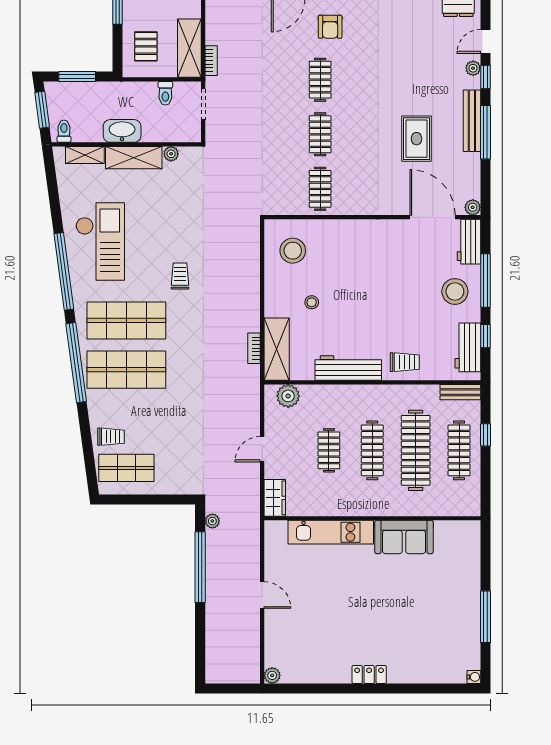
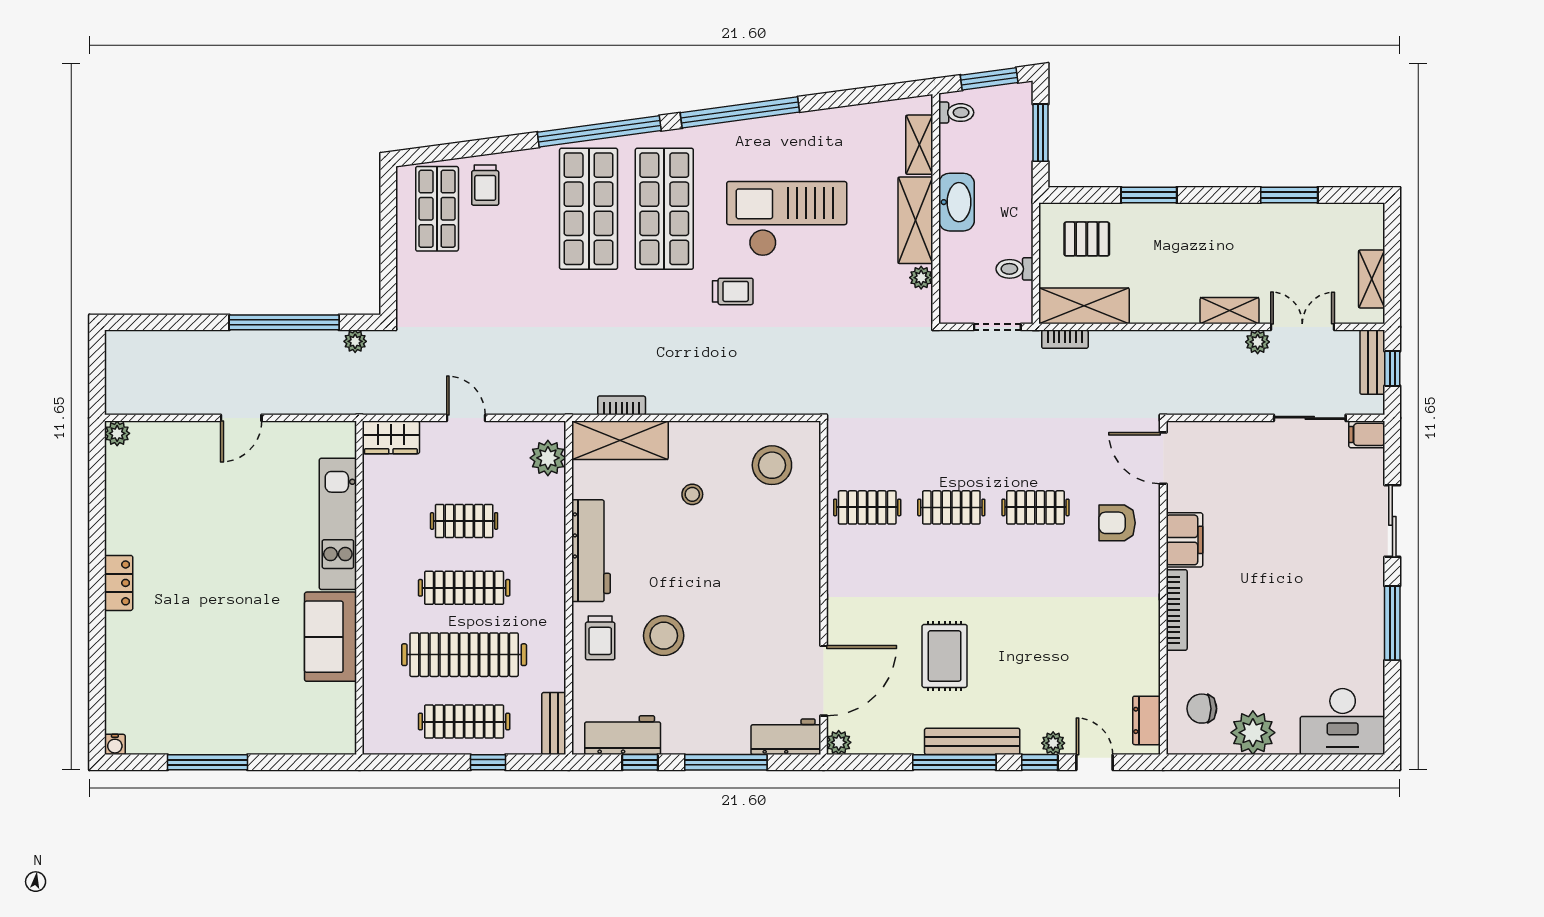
rug: (417, 139) -> (945, 656), turned 90
checkout: (100, 241) -> (787, 219), moved, turned 180
stool: (455, 291) -> (664, 636), moved

